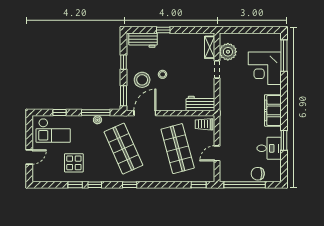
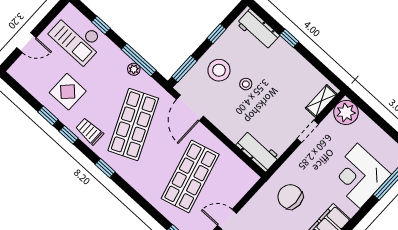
plant: (228, 52) -> (346, 112), moved
chair: (239, 112) -> (290, 197), added
door: (145, 113) -> (190, 108), swing flipped
trolley: (204, 124) -> (89, 131), moved

